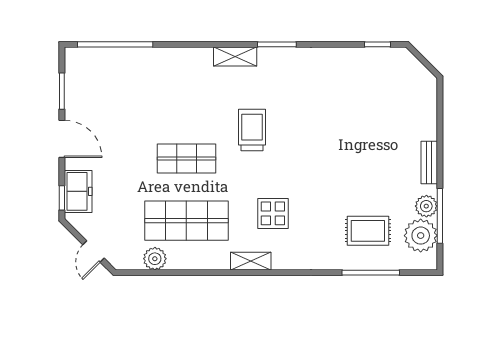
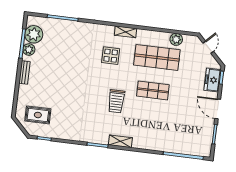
rug: (368, 231) -> (38, 115), moved

